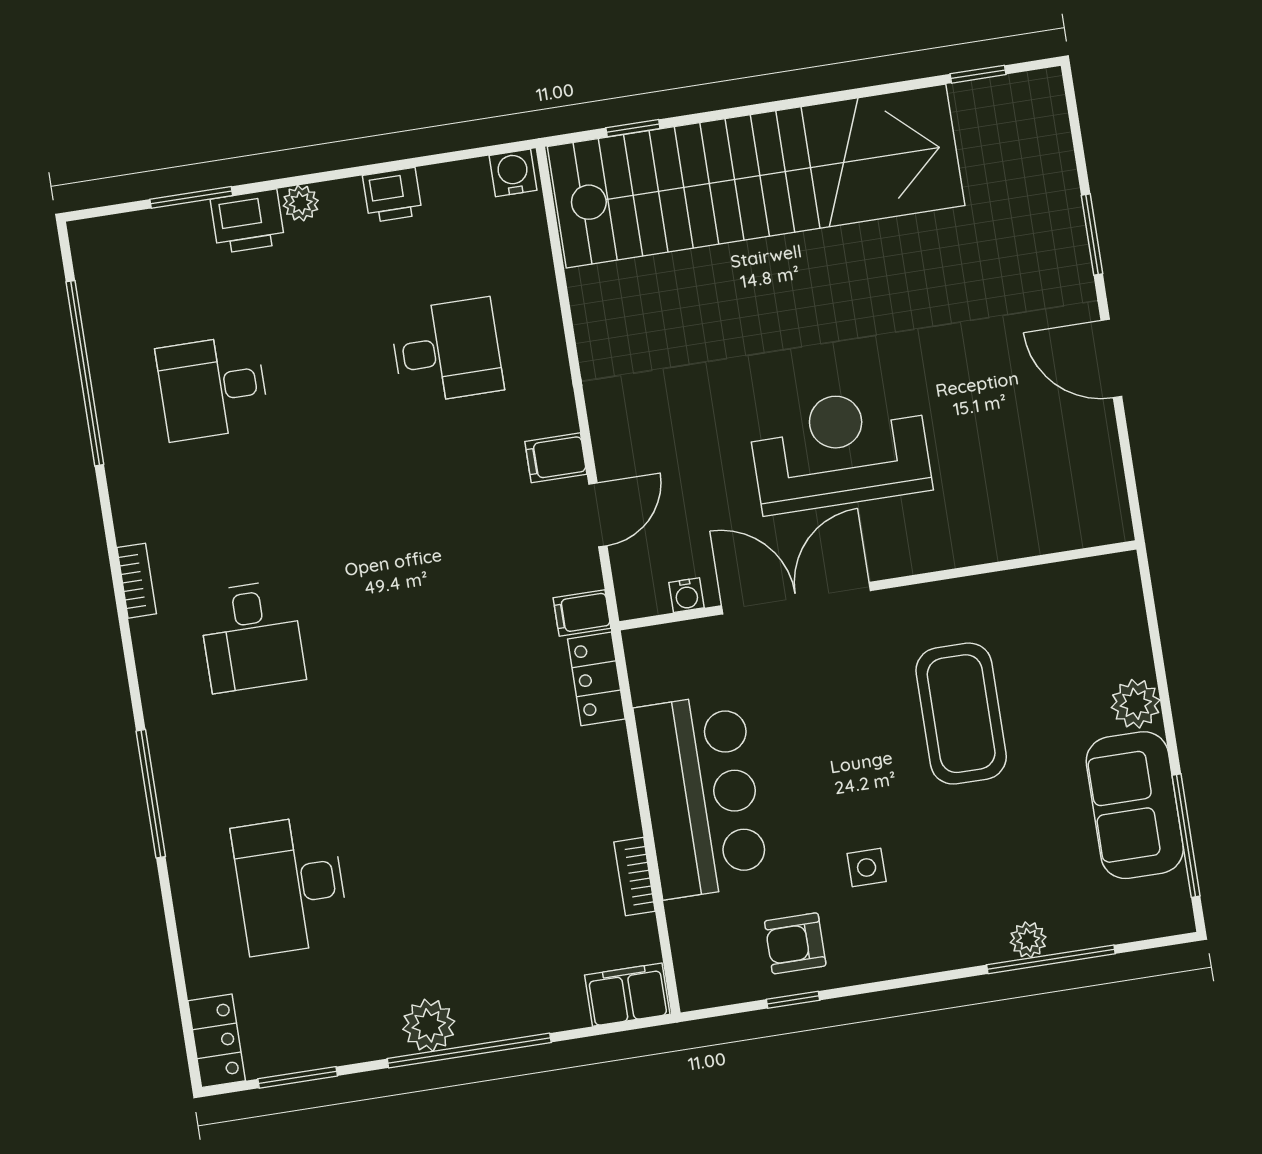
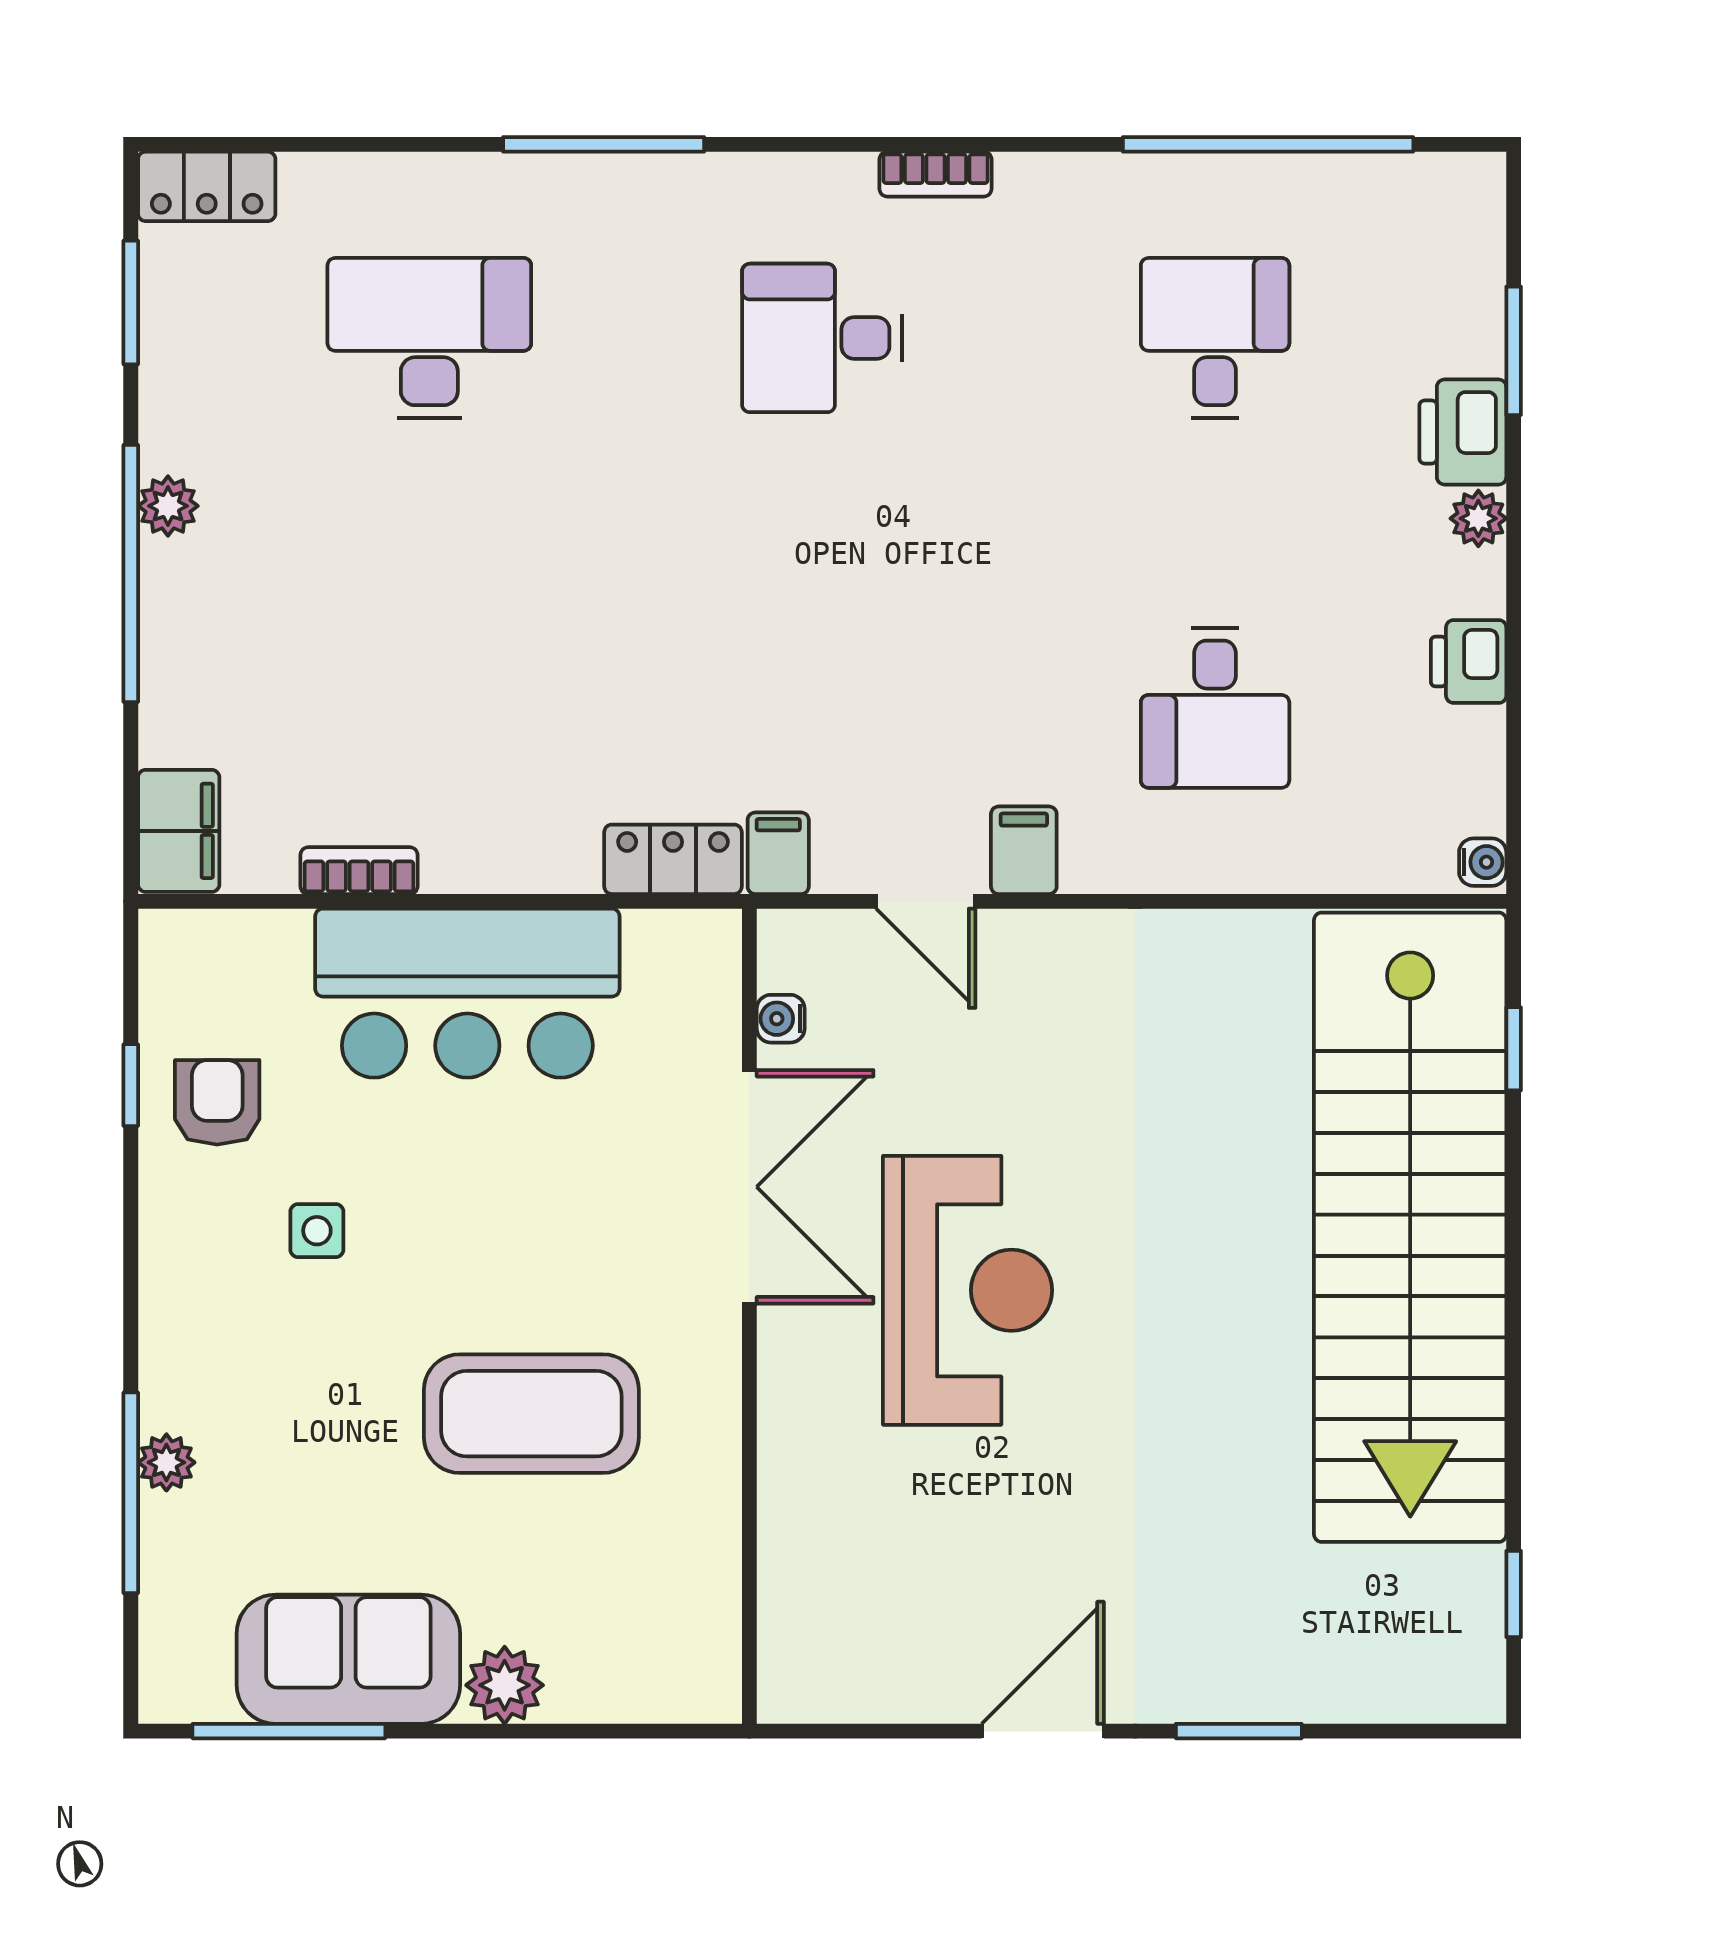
water cooler: (513, 173) -> (1483, 862), width x0.72, depth x0.72
plant: (429, 1025) -> (168, 506), width x0.73, depth x0.73

